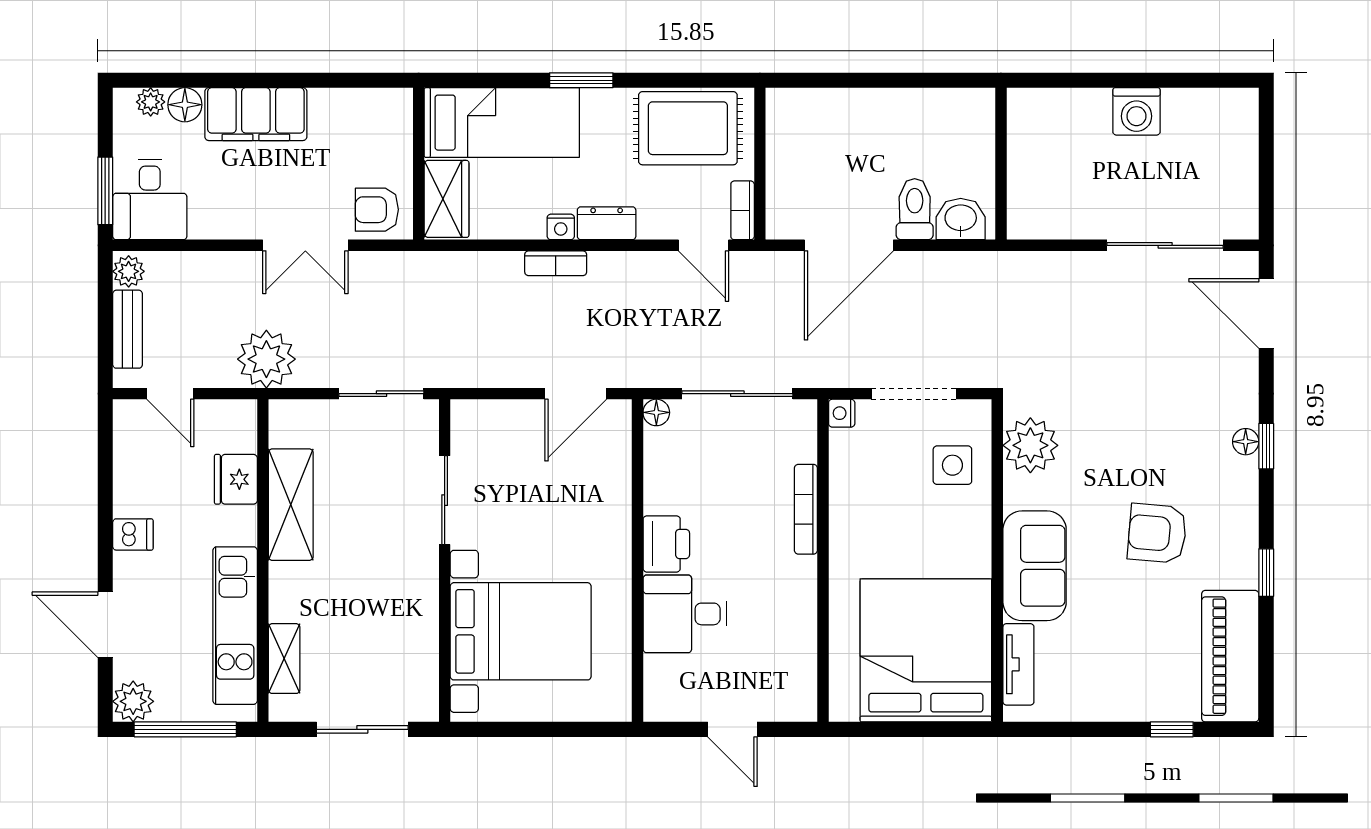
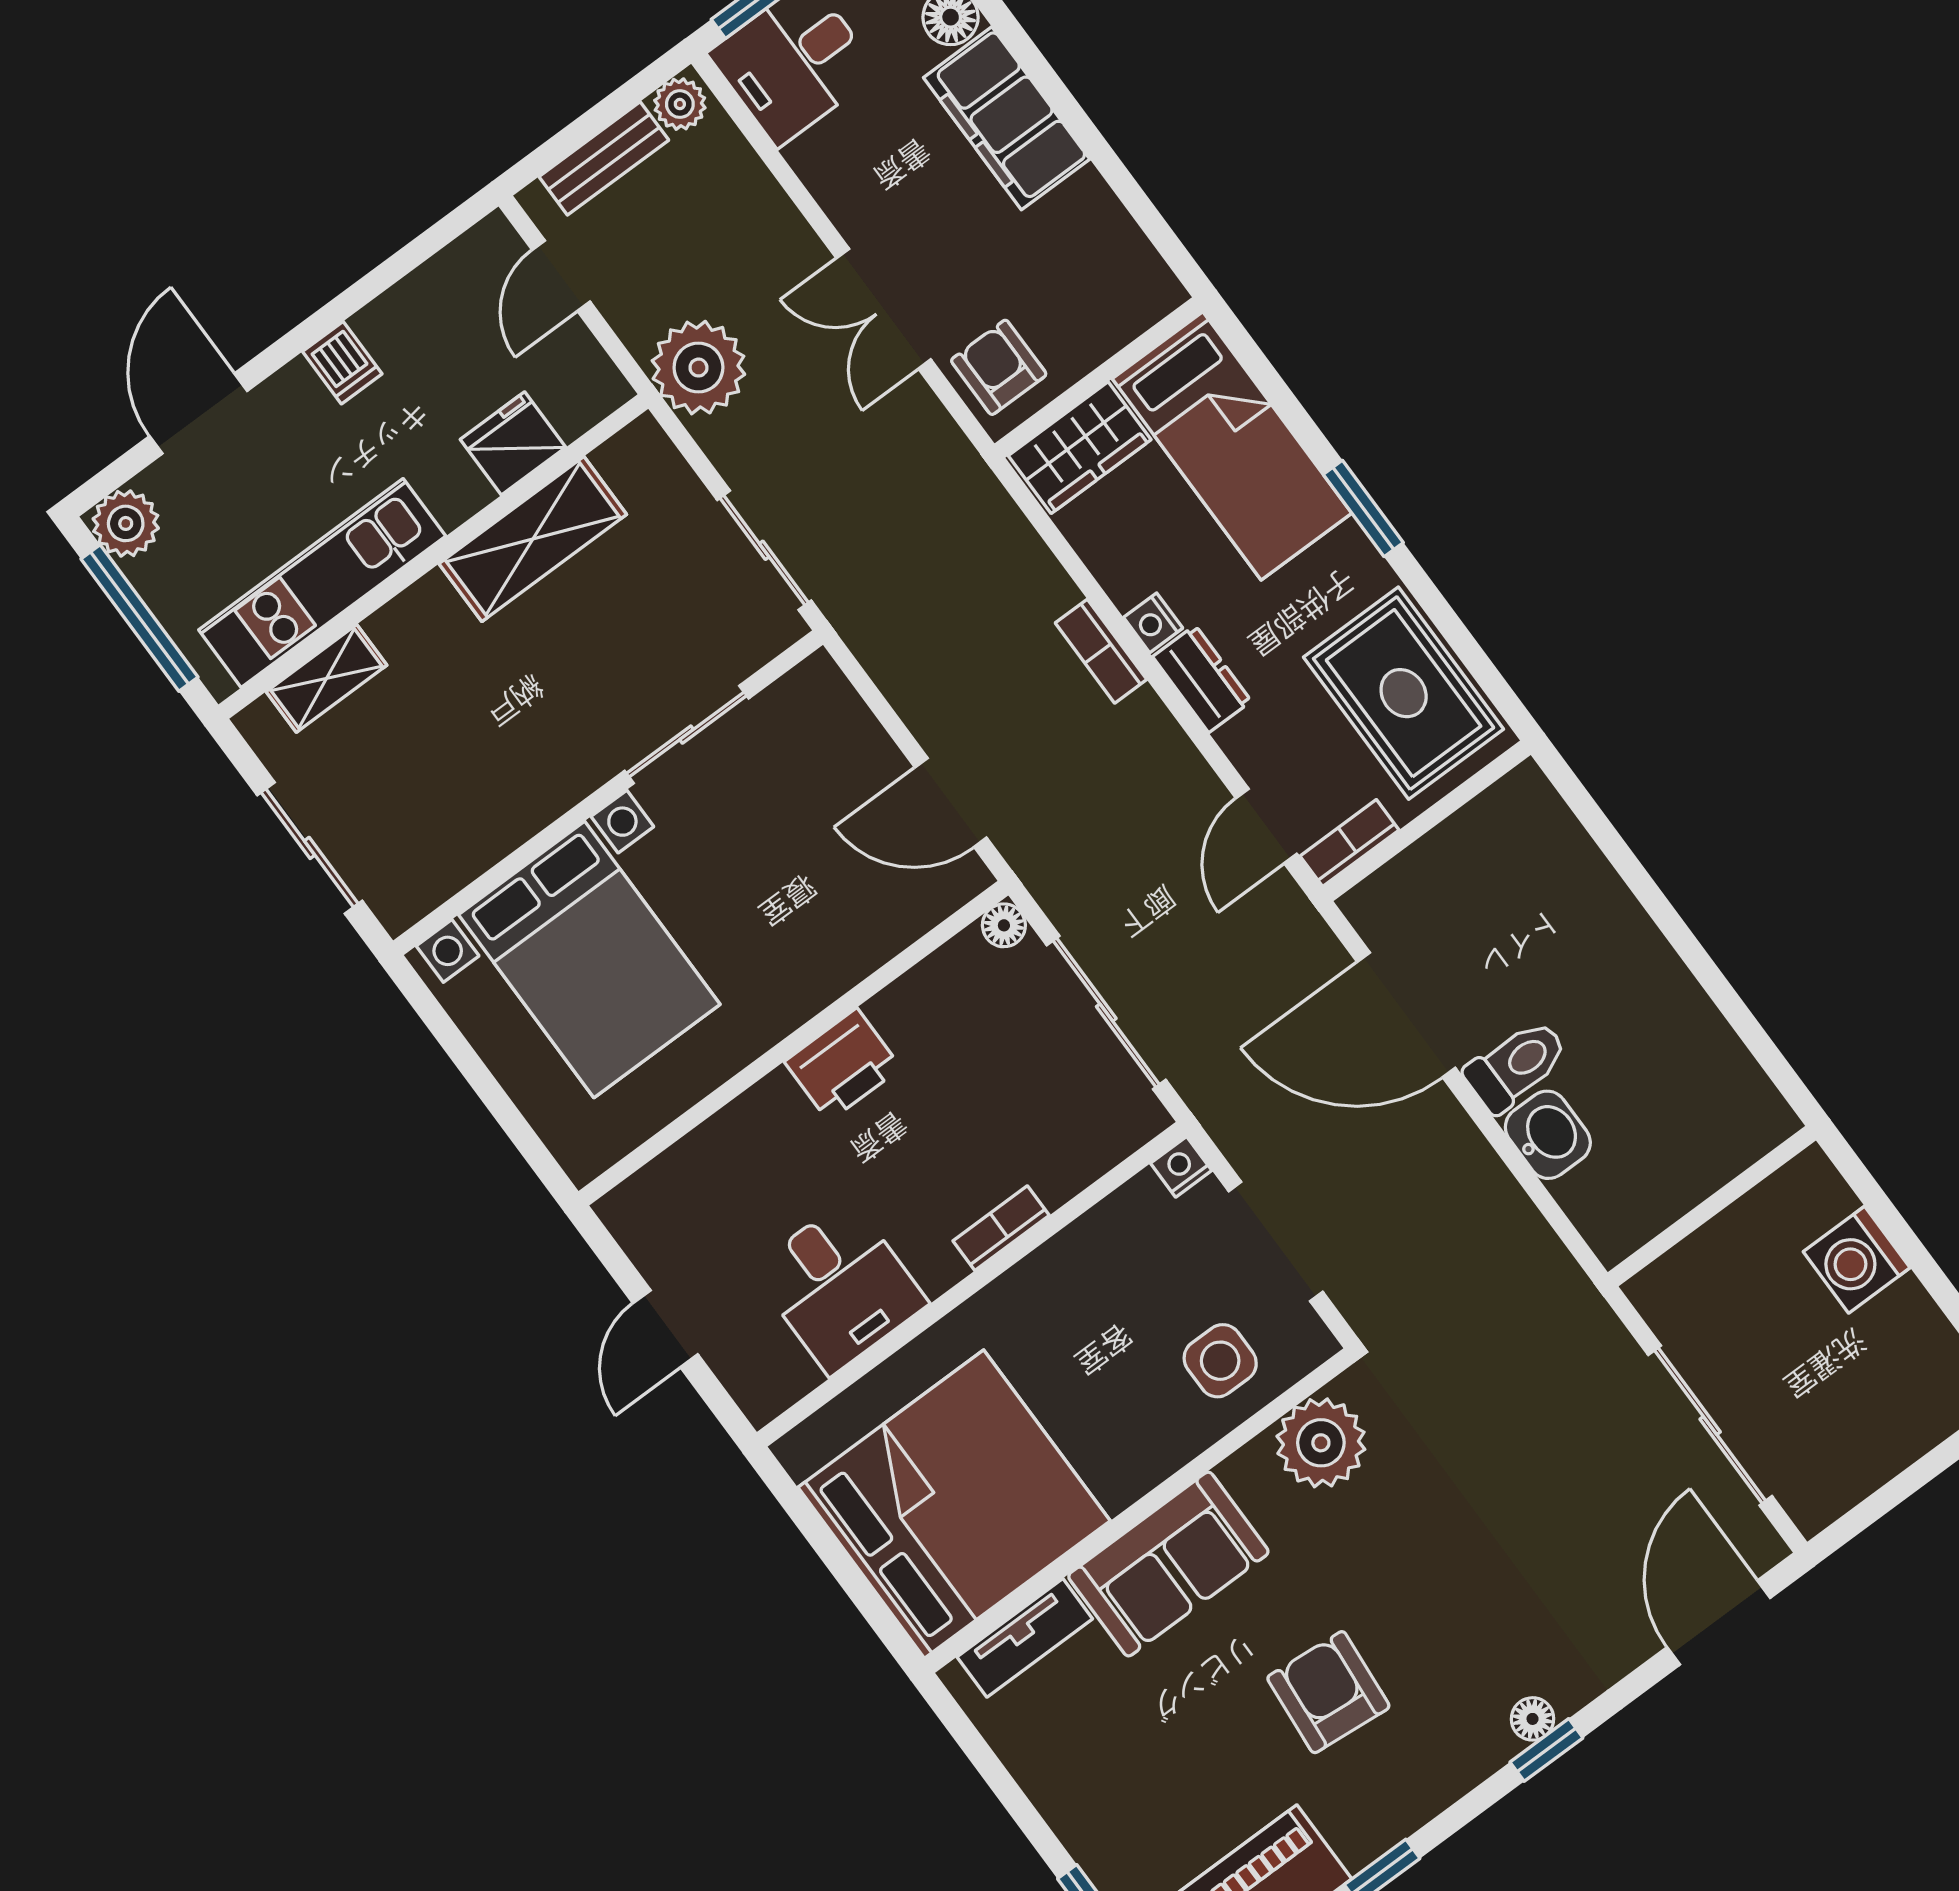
wall: (1001, 164) -> (1712, 1206), moved
bookcase: (806, 509) -> (1001, 1228), width x0.64
desk: (685, 614) -> (840, 1286), moved, turned 180

